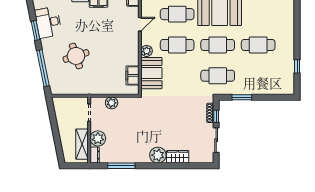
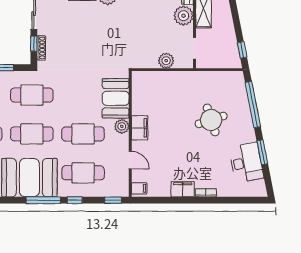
door: (140, 24) -> (130, 160), swing flipped
filing cabinet: (132, 75) -> (140, 128), moved
window: (52, 111) -> (242, 50), added

